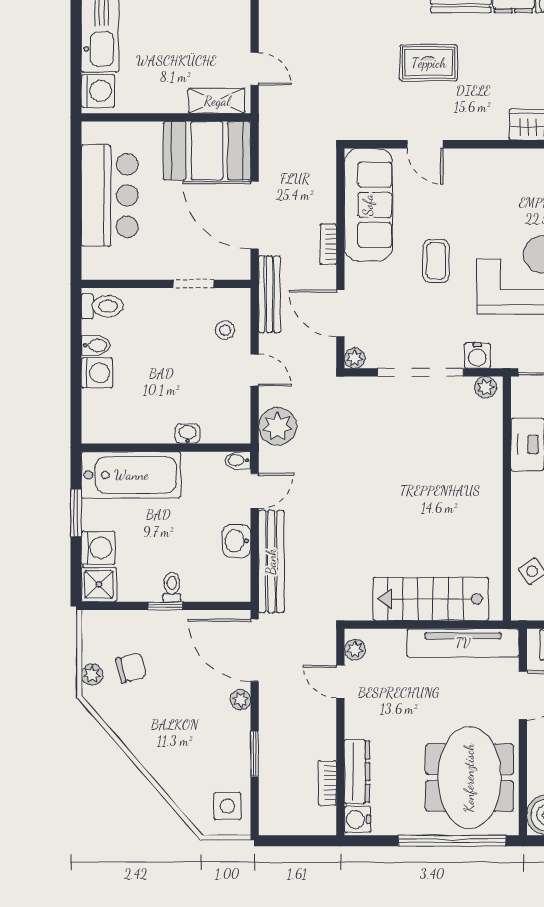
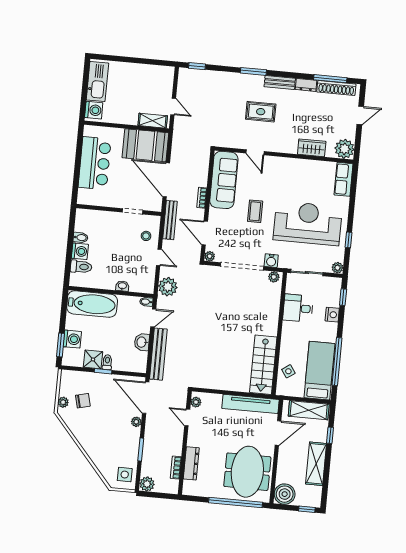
toilet: (102, 306) -> (81, 267), moved
window: (76, 513) -> (60, 345), moved
shower: (99, 584) -> (93, 359), moved
stairs: (431, 599) -> (263, 365), moved, turned -90
water cooler: (358, 819) -> (189, 487), removed
plant: (273, 821) -> (147, 484), added

